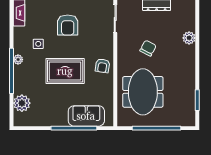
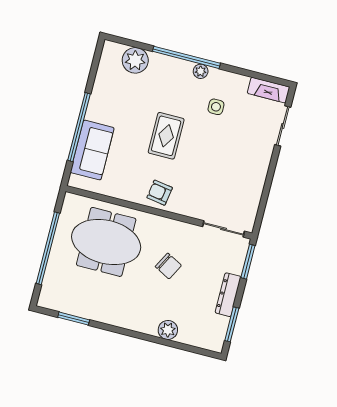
armchair: (68, 25) -> (232, 157), removed
rug: (65, 71) -> (166, 136), width x0.73, depth x0.70

